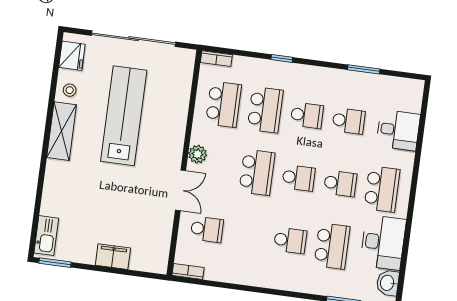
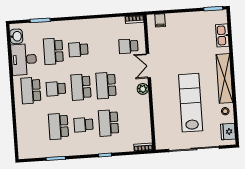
school desk: (224, 104) -> (134, 121), removed
lab bench: (124, 116) -> (191, 103), turned 180
school desk: (349, 121) -> (58, 126), width x1.85
desk: (398, 130) -> (28, 127), removed
shelving: (62, 131) -> (225, 78), width x1.47
school desk: (299, 178) -> (81, 87), width x1.85
kitchen sink: (46, 236) -> (222, 35), moved
filing cabinet: (113, 257) -> (160, 20), moved, width x0.50

